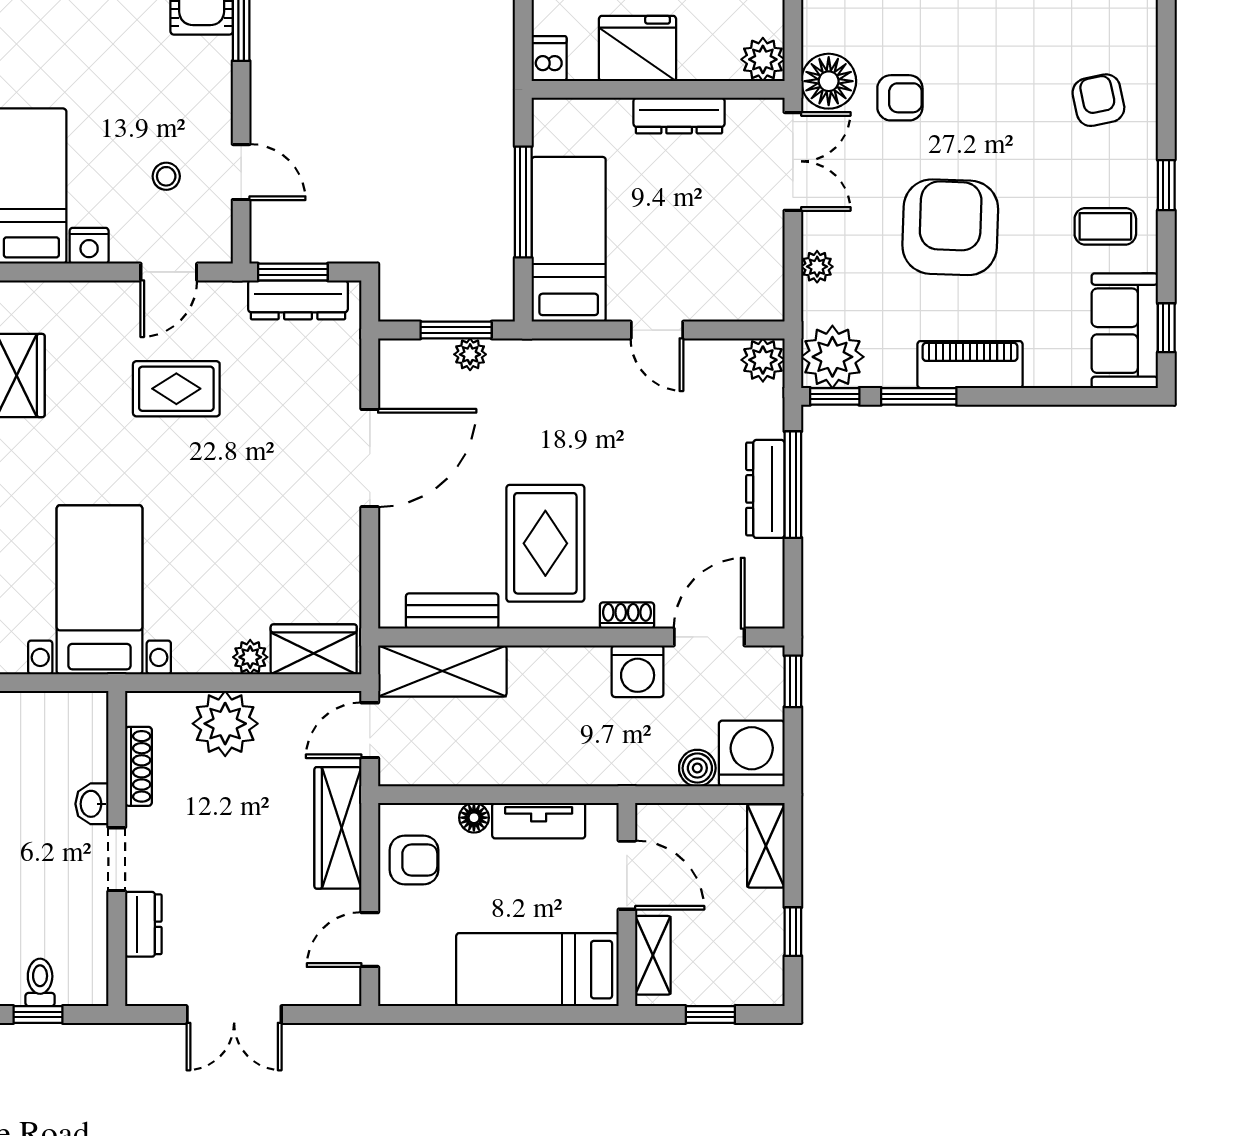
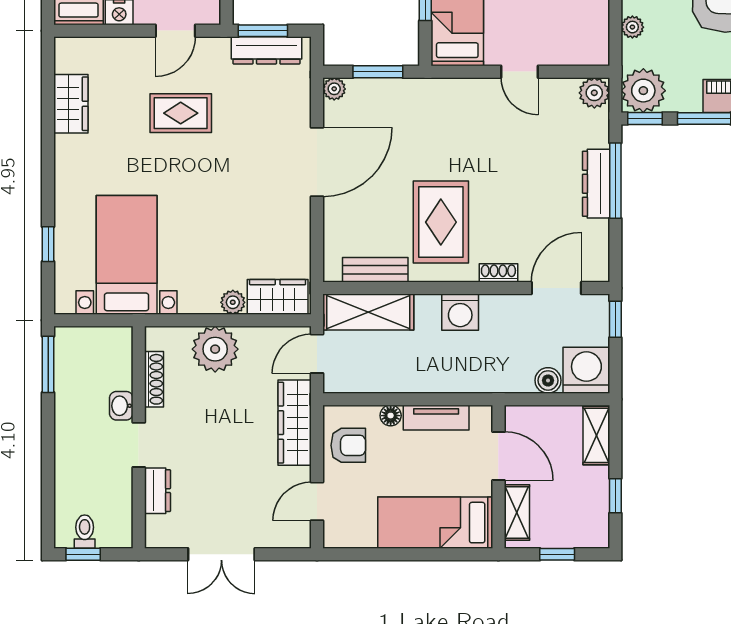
plant: (470, 354) -> (334, 89), moved
washing machine: (638, 671) -> (460, 312), moved

